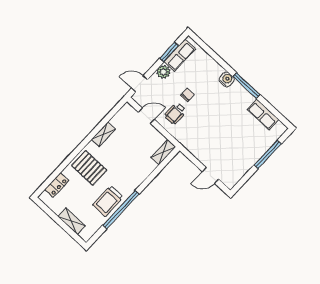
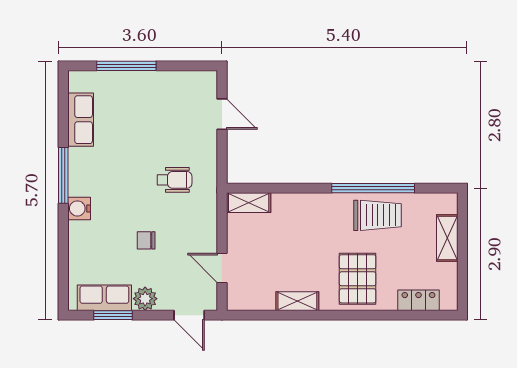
wheelchair: (175, 113) -> (175, 180), moved

